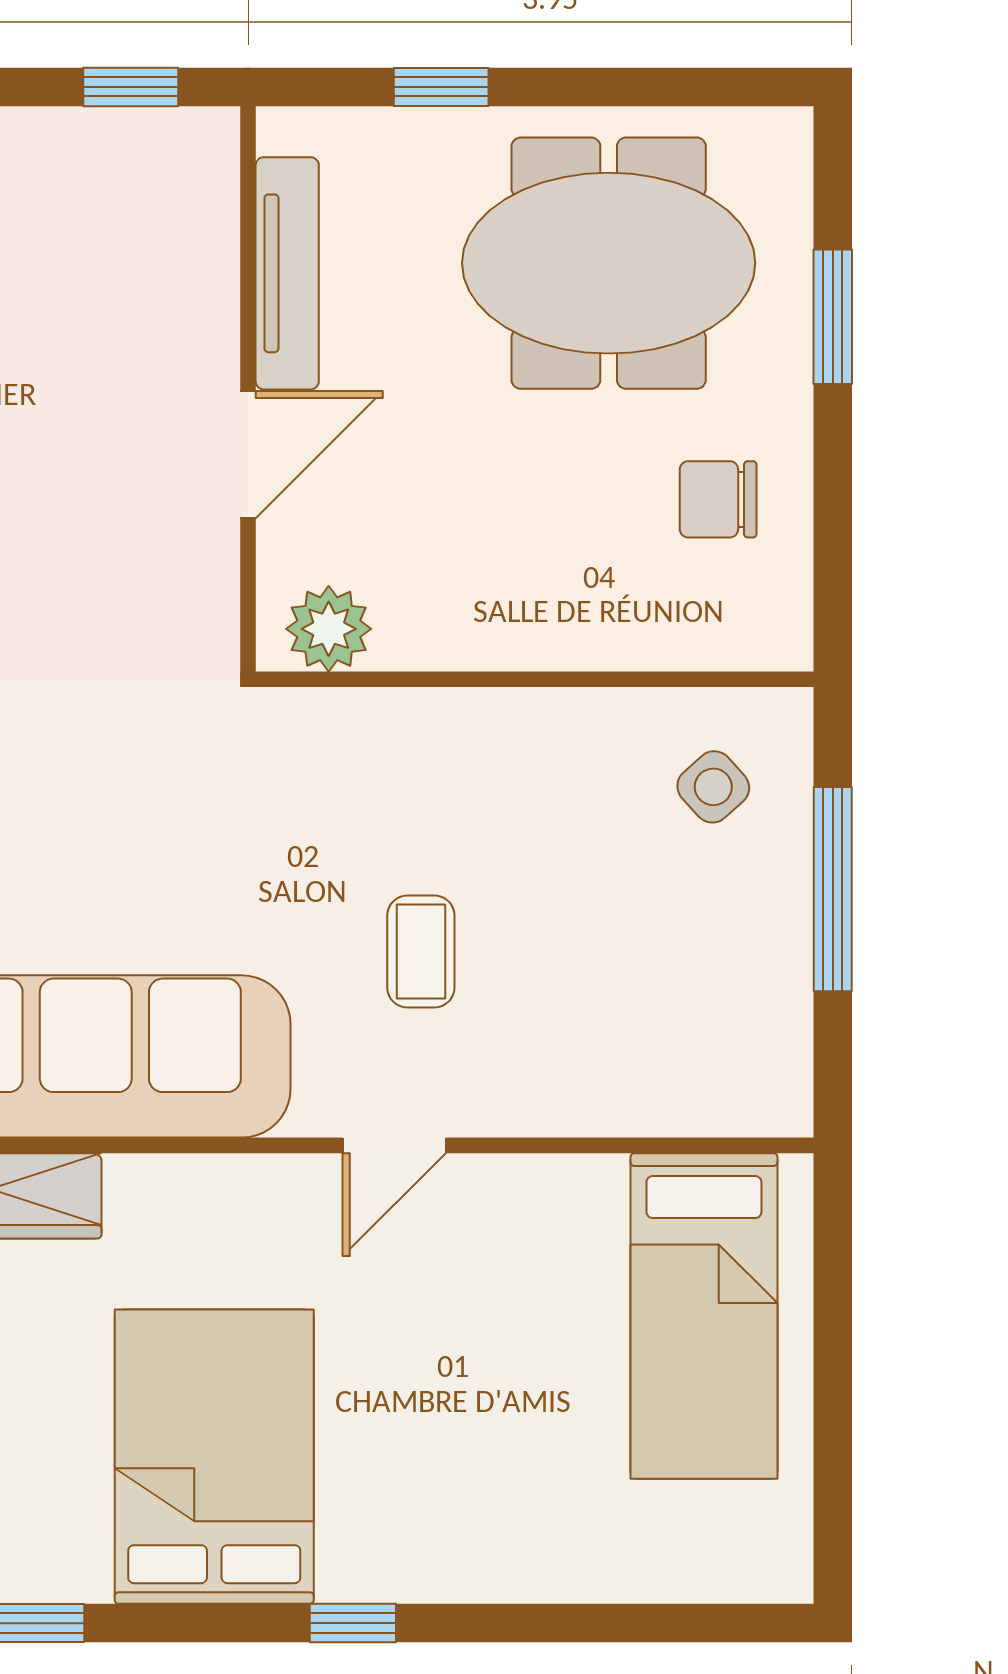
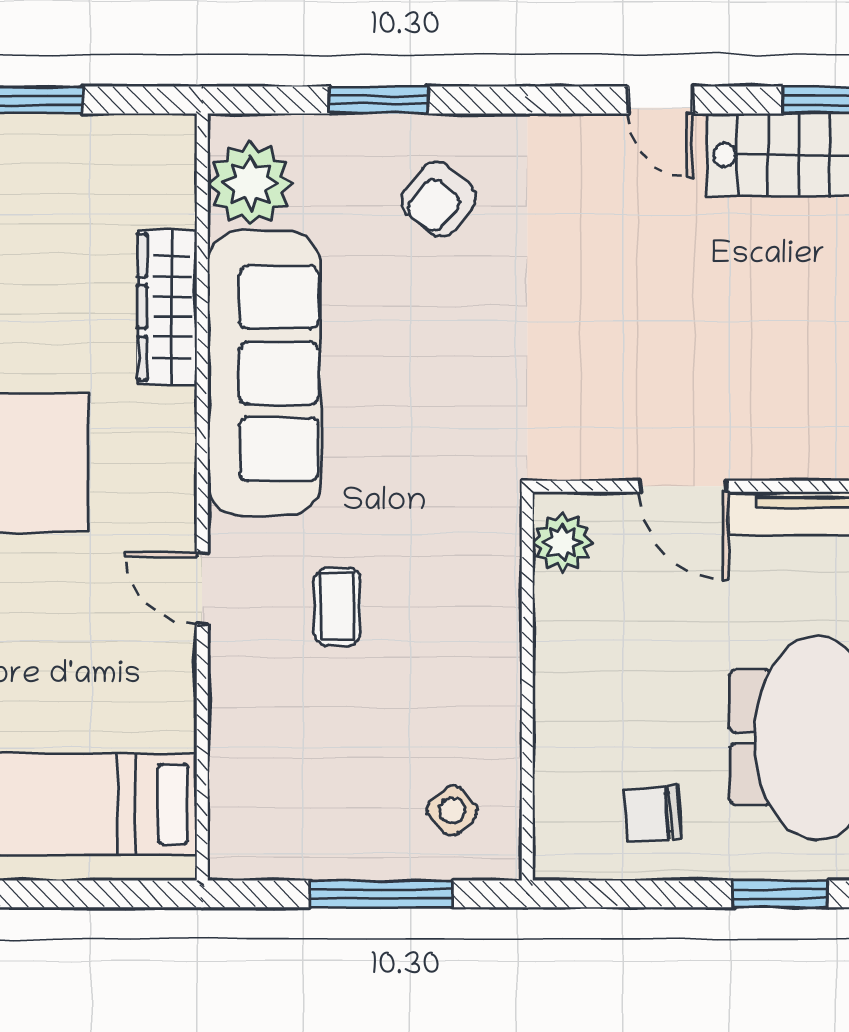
chair: (718, 499) -> (653, 814), turned -95
coffee table: (421, 952) -> (337, 607), turned 90

